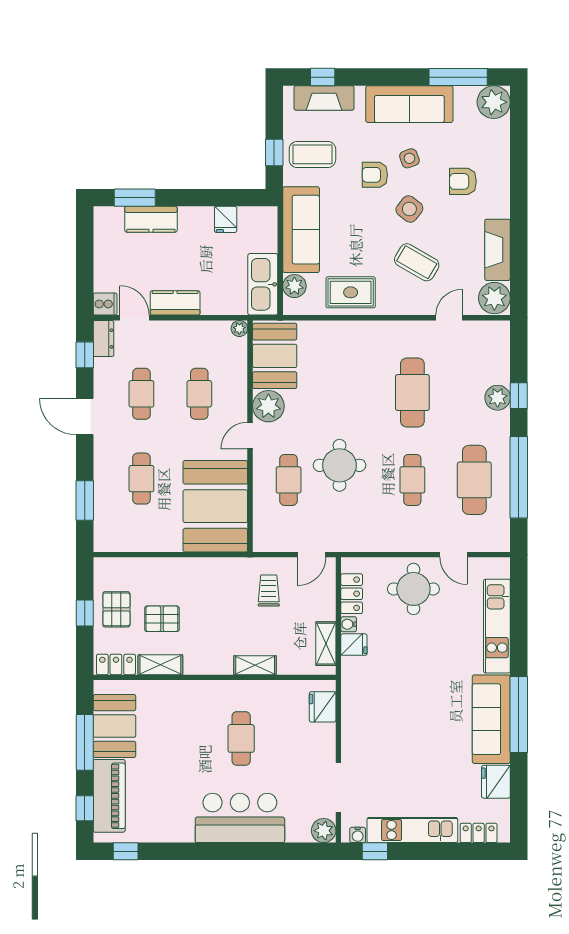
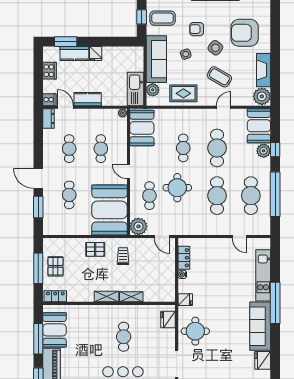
side table: (409, 158) -> (186, 54), moved
armchair: (463, 181) -> (245, 33), width x1.88, depth x1.88
fridge: (226, 219) -> (96, 53), moved
cooker: (106, 251) -> (50, 71), added
door: (449, 318) -> (224, 107), moved
booth: (489, 352) -> (259, 126), added
window: (85, 355) -> (38, 127), removed
cafe table: (350, 393) -> (183, 148), added
plant: (268, 406) -> (138, 226), moved
door: (85, 417) -> (38, 178), moved
door: (250, 436) -> (128, 171), hinge flipped
cafe table: (412, 480) -> (217, 196), width x1.37, depth x1.35
door: (311, 555) -> (162, 236), hinge flipped
round table: (413, 589) -> (195, 331), moved
trolley: (269, 591) -> (123, 256), moved
window: (85, 613) -> (38, 268), width x2.17
pallet: (162, 619) -> (95, 249), moved
shelving: (326, 644) -> (170, 285), removed
fridge: (354, 645) -> (185, 300), moved
shelving: (160, 665) -> (107, 297), moved
window: (519, 714) -> (275, 303), moved

